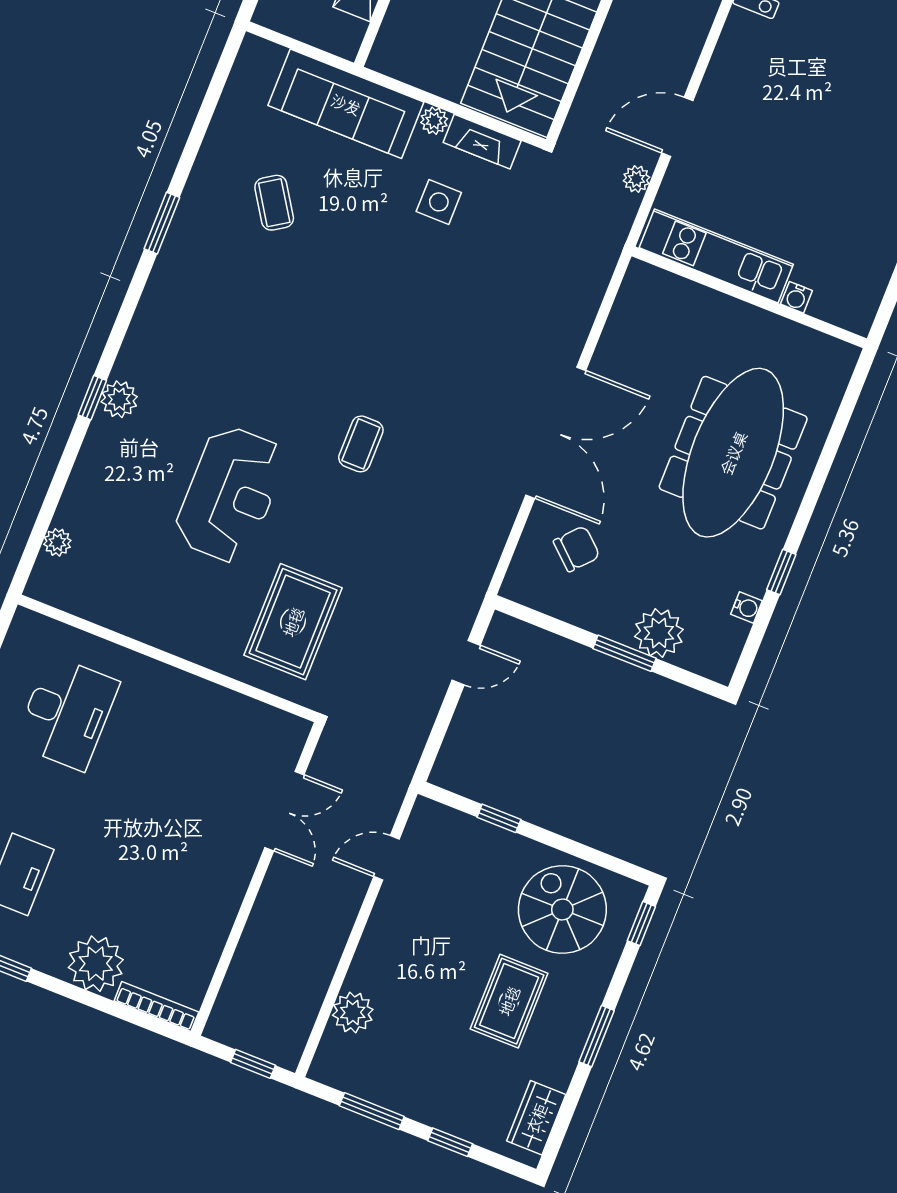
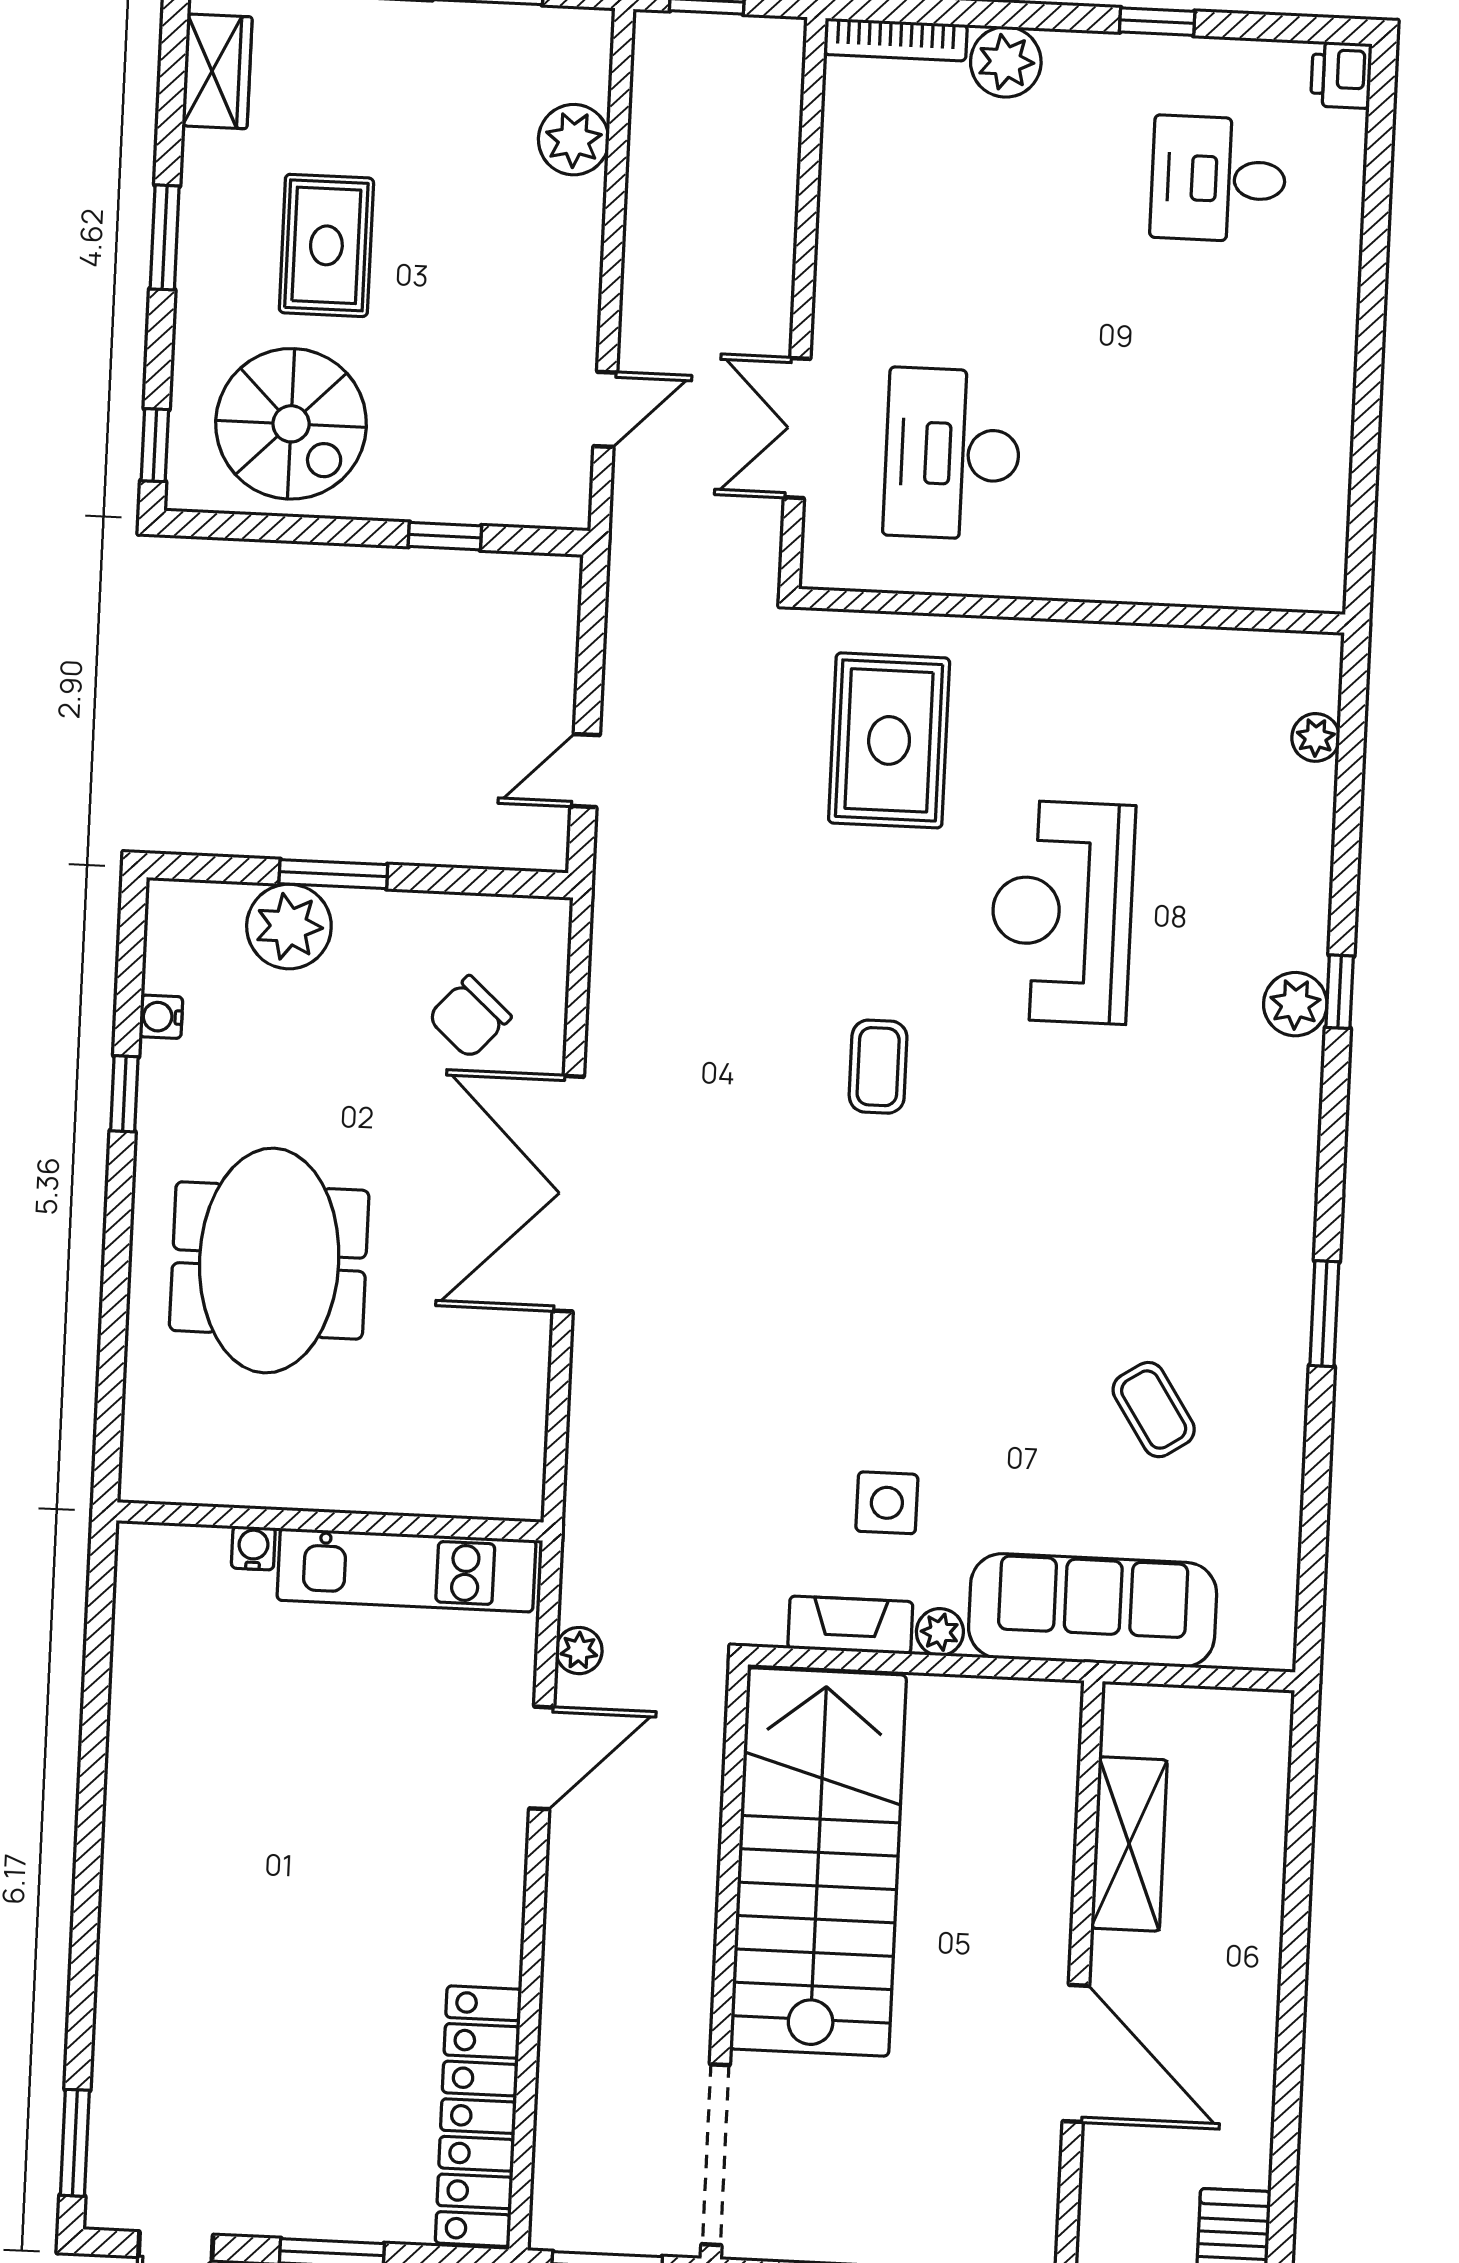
meeting table: (733, 453) -> (269, 1260), width x0.73
desk: (67, 713) -> (952, 454), moved
plant: (96, 964) -> (1006, 62), width x0.73, depth x0.73

